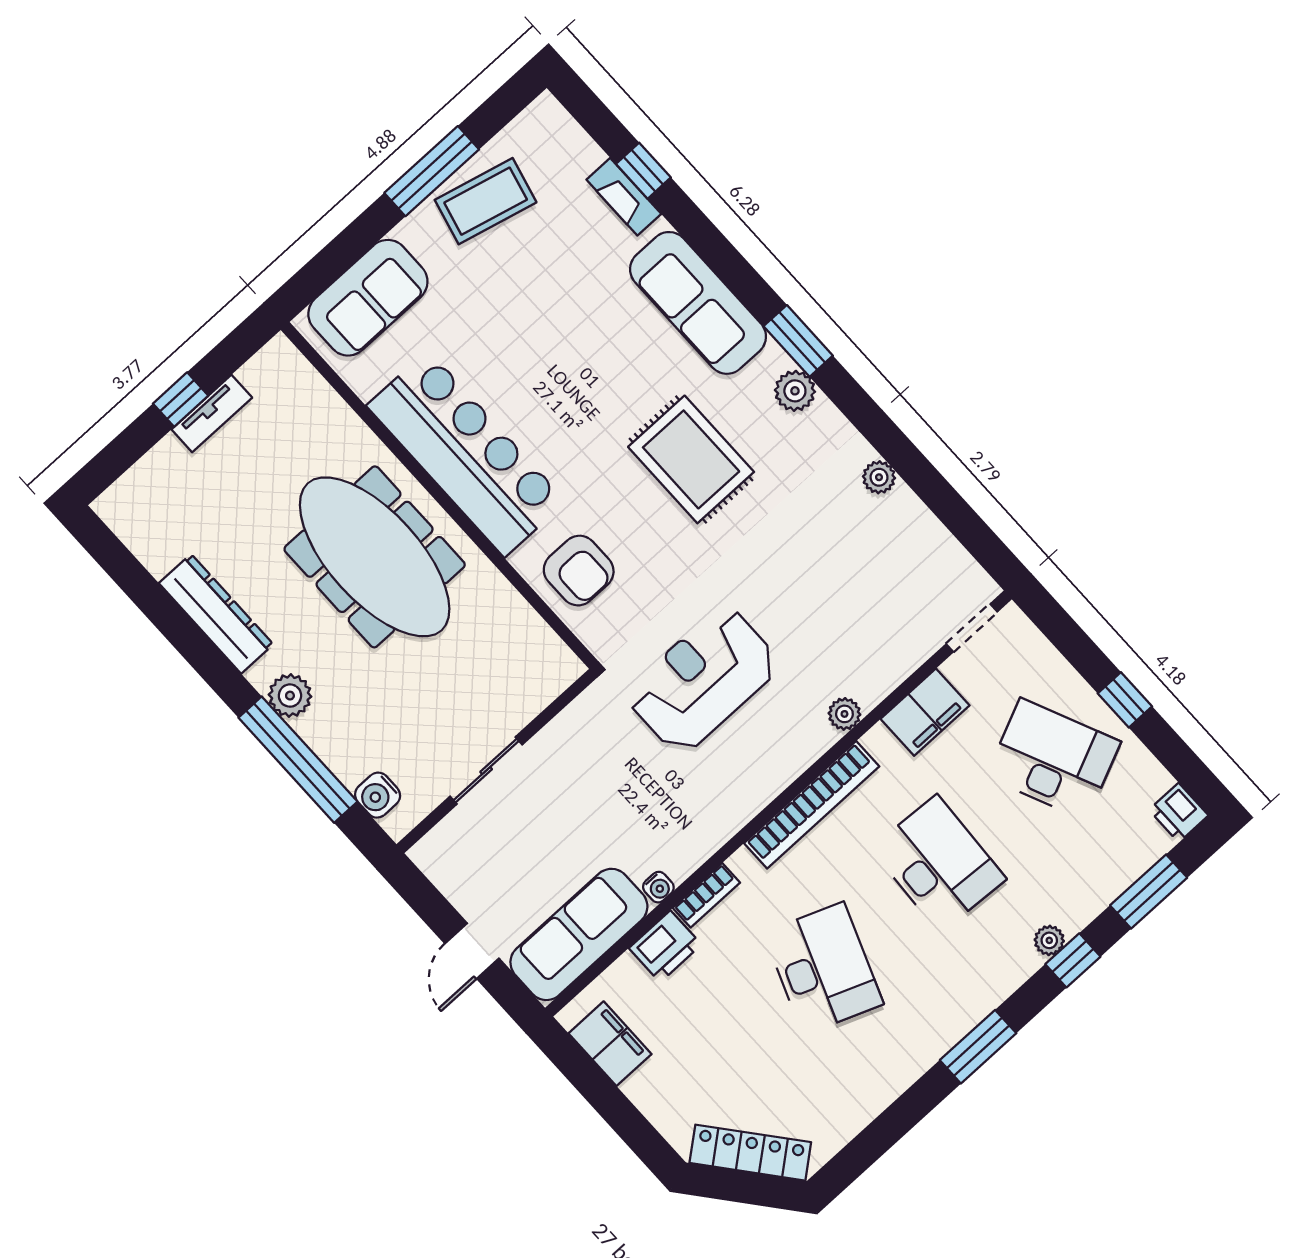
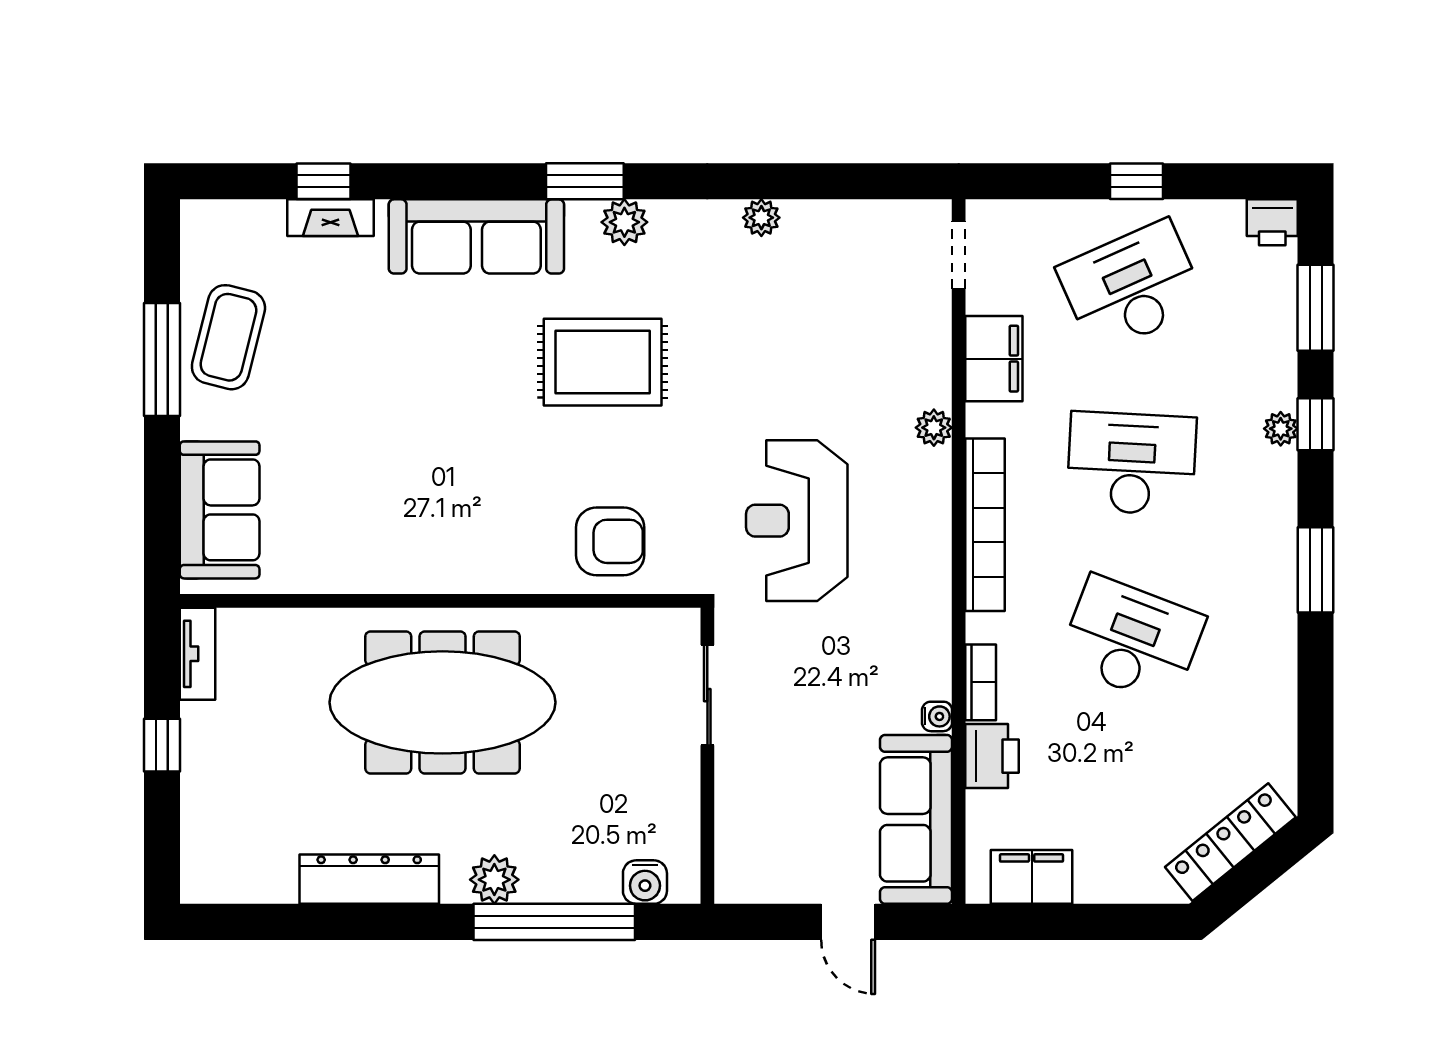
tv unit: (212, 413) -> (198, 654), moved
bar counter: (466, 454) -> (426, 547), removed
sliding door: (486, 771) -> (707, 695), moved

